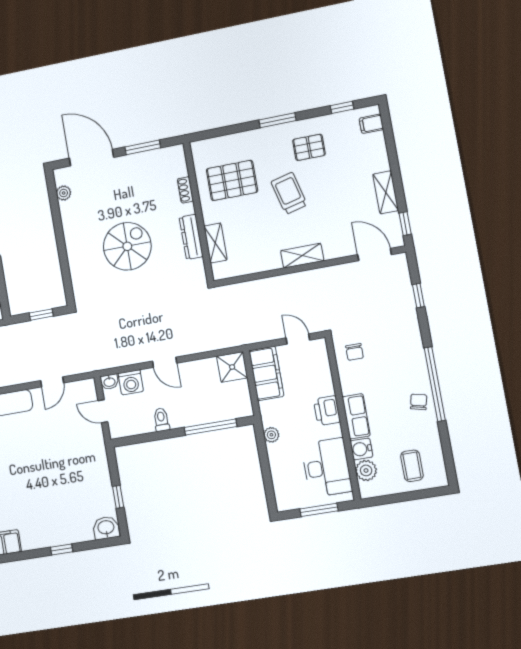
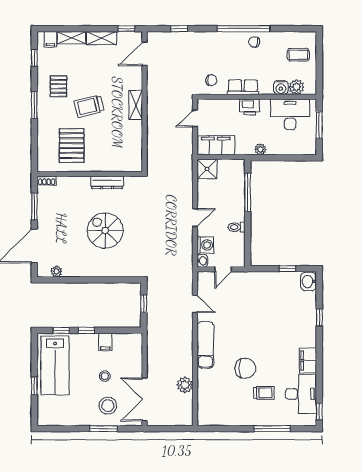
shoe rack: (185, 190) -> (47, 181), moved
shelving: (215, 243) -> (71, 38), moved
row of seats: (356, 416) -> (243, 87), moved

